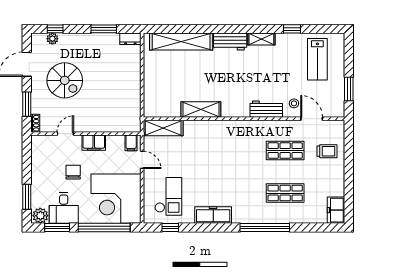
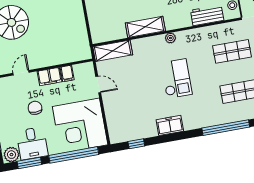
plant: (225, 126) -> (170, 38), added
filing cabinet: (131, 143) -> (67, 73), moved
checkout: (168, 196) -> (177, 79), moved
freezer: (213, 215) -> (170, 125), width x0.71

